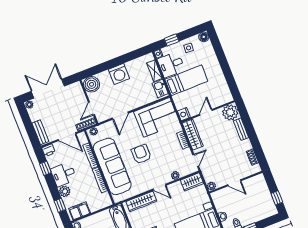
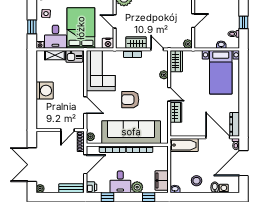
bed: (186, 80) -> (81, 28), width x1.50
boiler: (92, 84) -> (44, 121), removed
door: (91, 109) -> (68, 130), hinge flipped
wardrobe: (193, 135) -> (136, 43), width x0.67
door: (160, 187) -> (169, 94), hinge flipped
wardrobe: (141, 201) -> (176, 112), width x0.67

